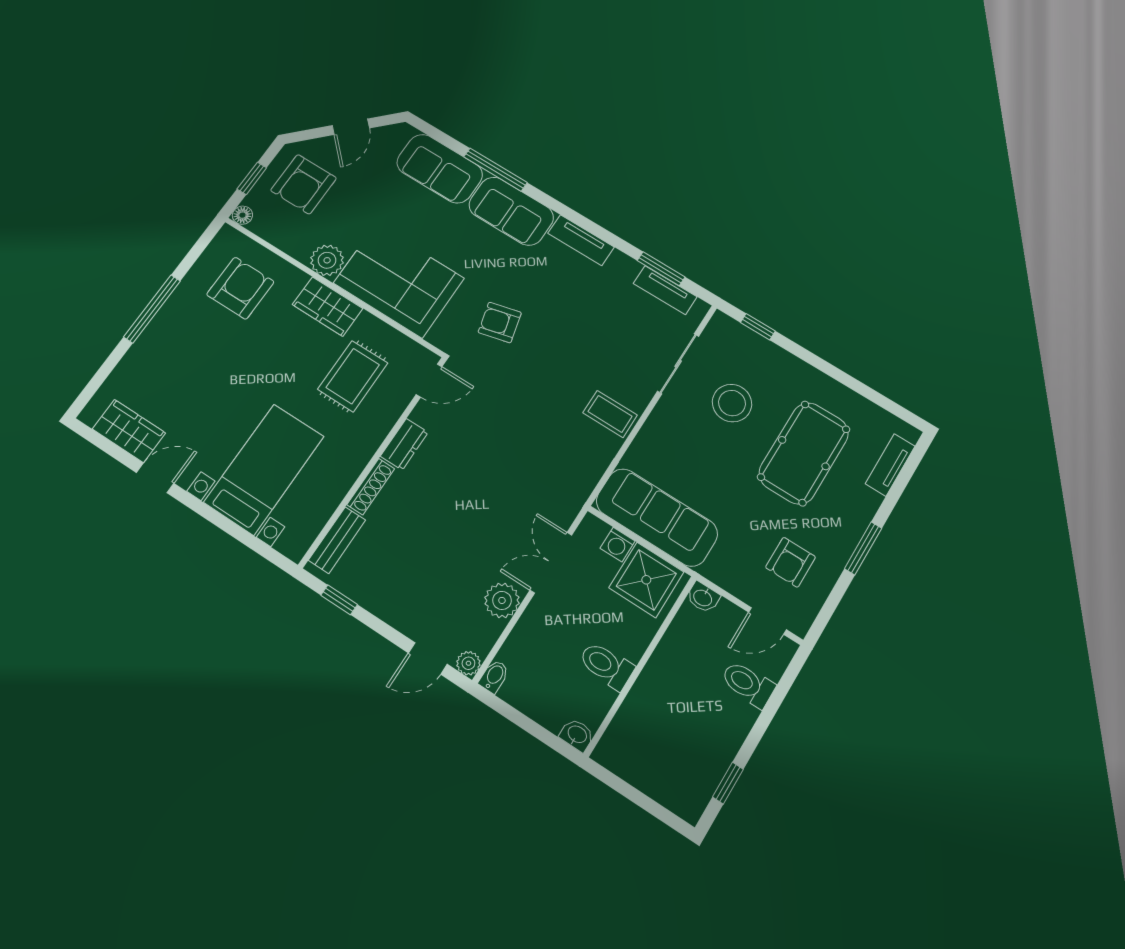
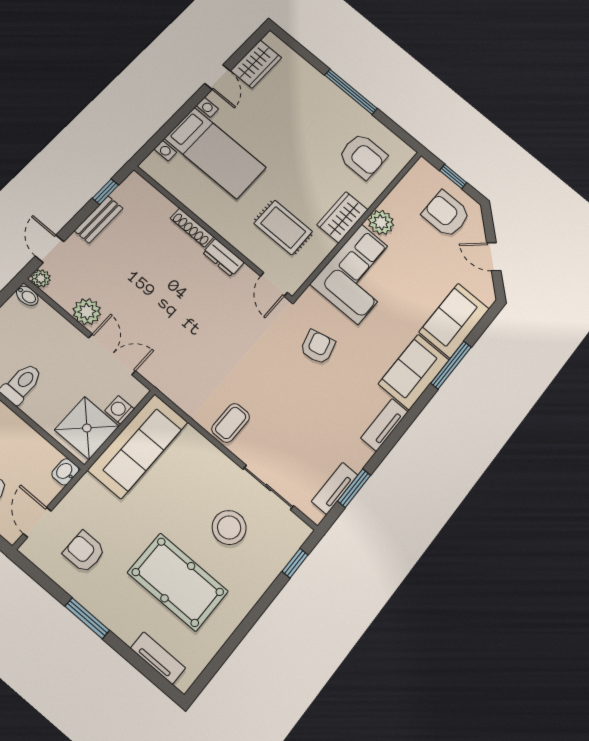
floor lamp: (242, 215) -> (423, 166), removed
bench: (337, 540) -> (99, 219), moved, turned 90

